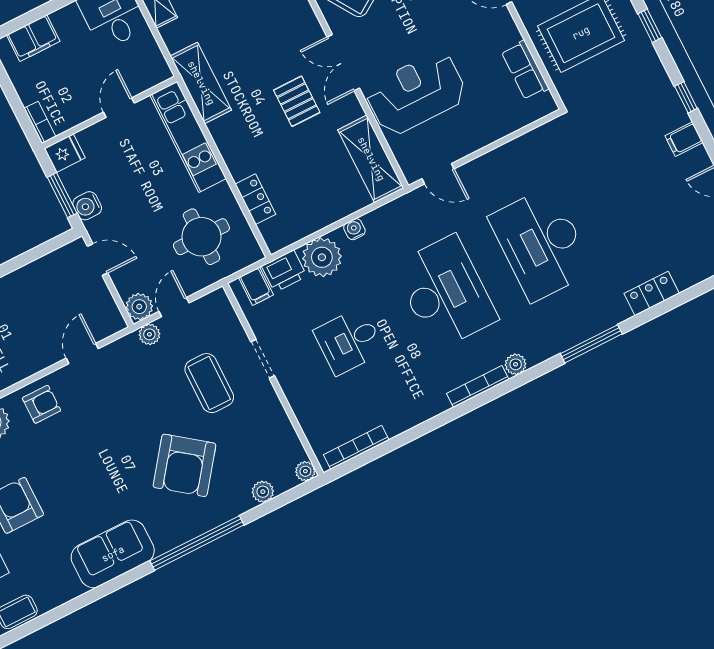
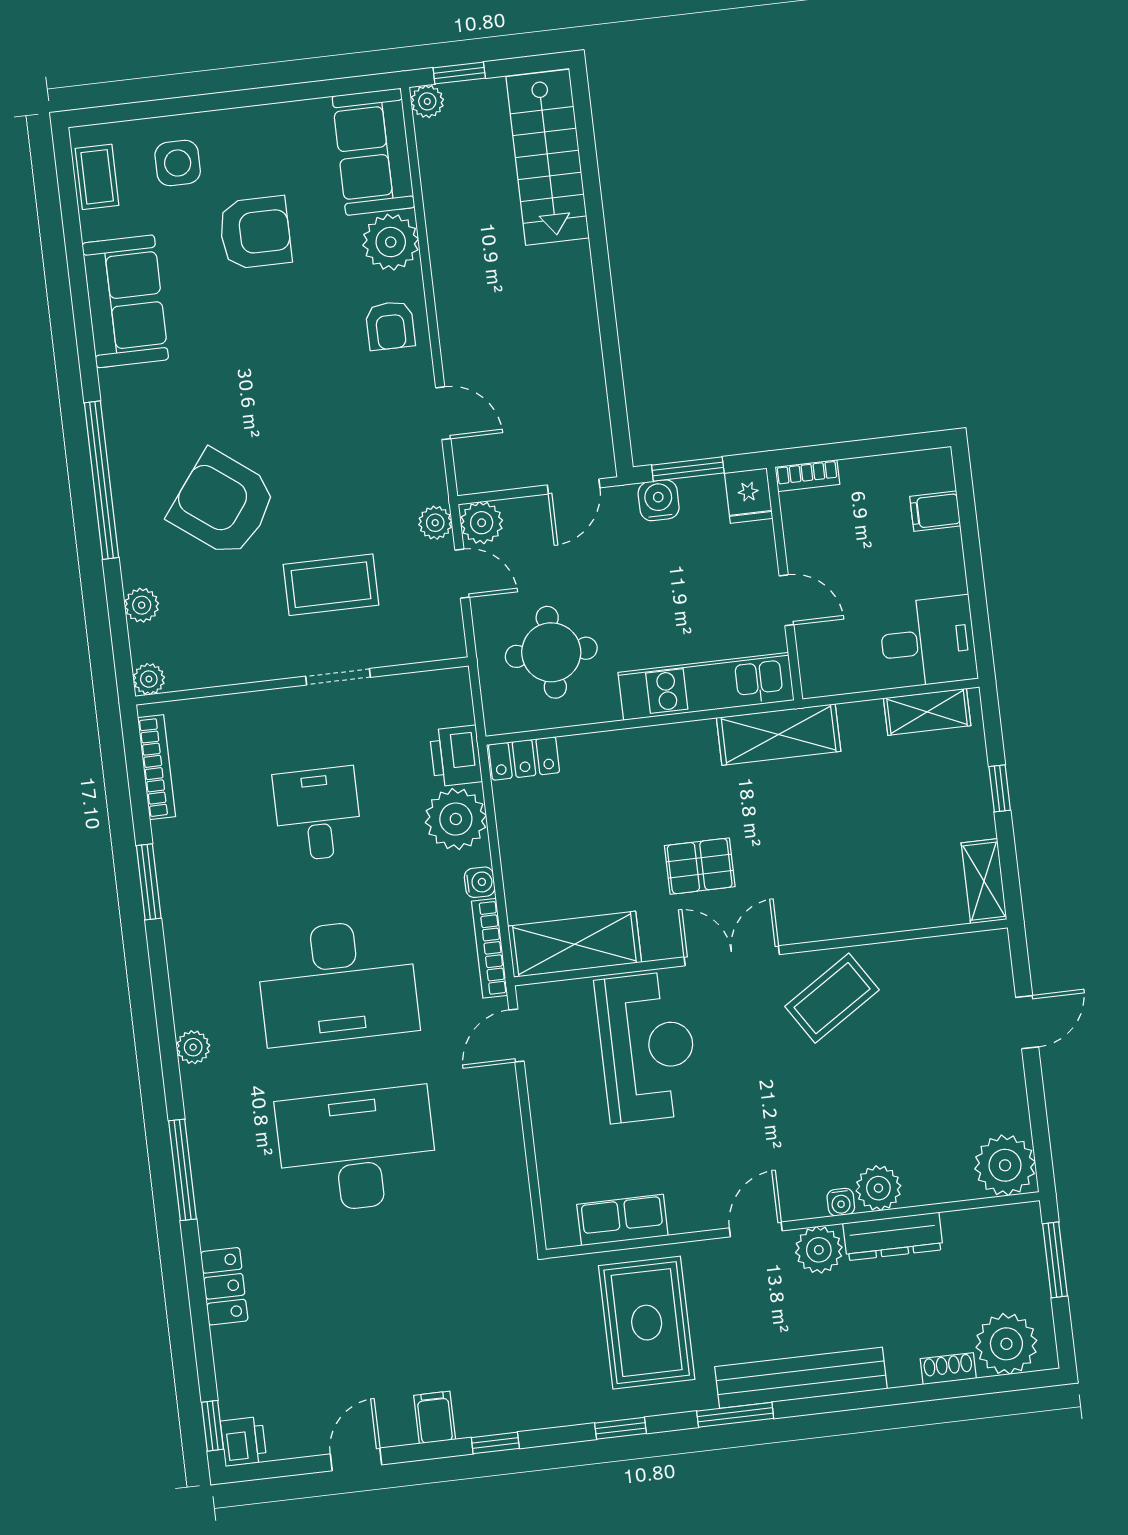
filing cabinet: (33, 38) -> (935, 511), width x0.50
locker: (255, 199) -> (524, 759), moved
filing cabinet: (256, 286) -> (449, 706), removed
bookcase: (478, 386) -> (489, 948), moved, turned 180
window: (427, 427) -> (149, 882), added
sofa: (113, 554) -> (125, 301), moved

